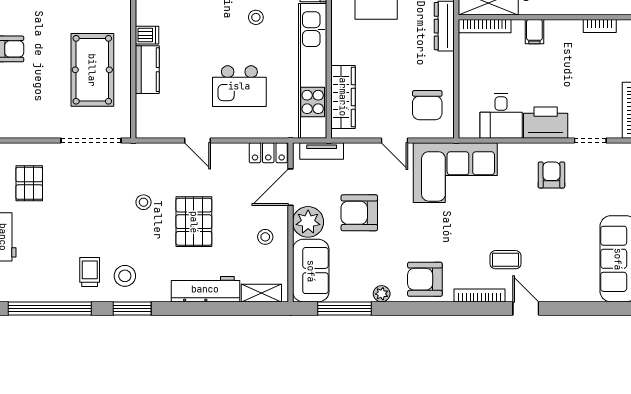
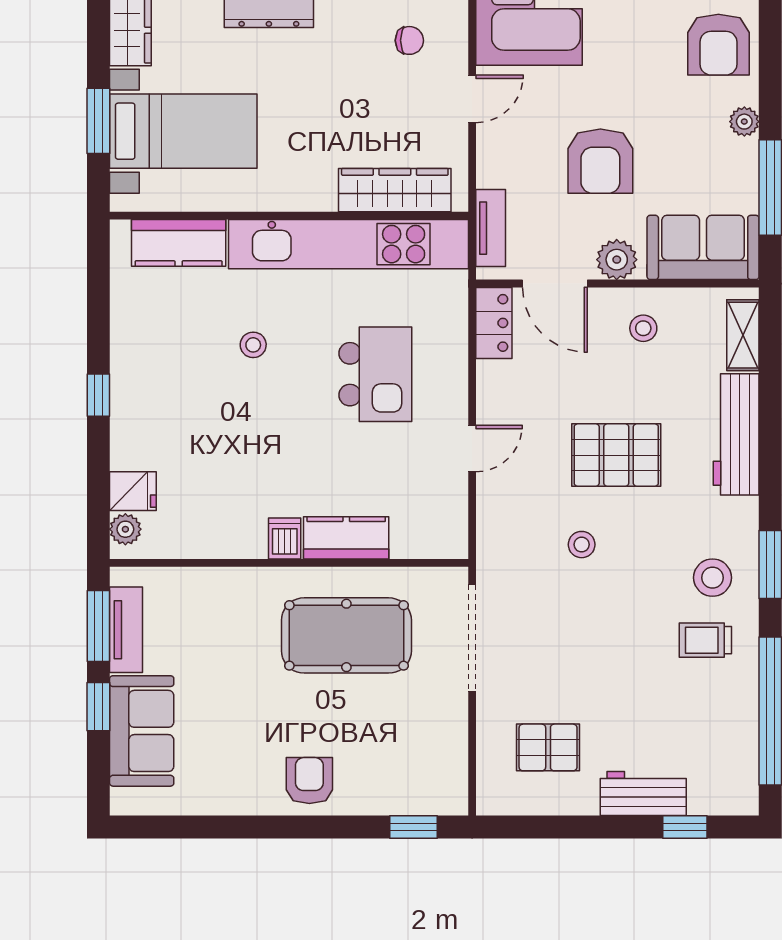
chair: (427, 105) -> (409, 40), width x0.54, depth x0.54
plant: (308, 222) -> (617, 260), width x0.73, depth x0.73

